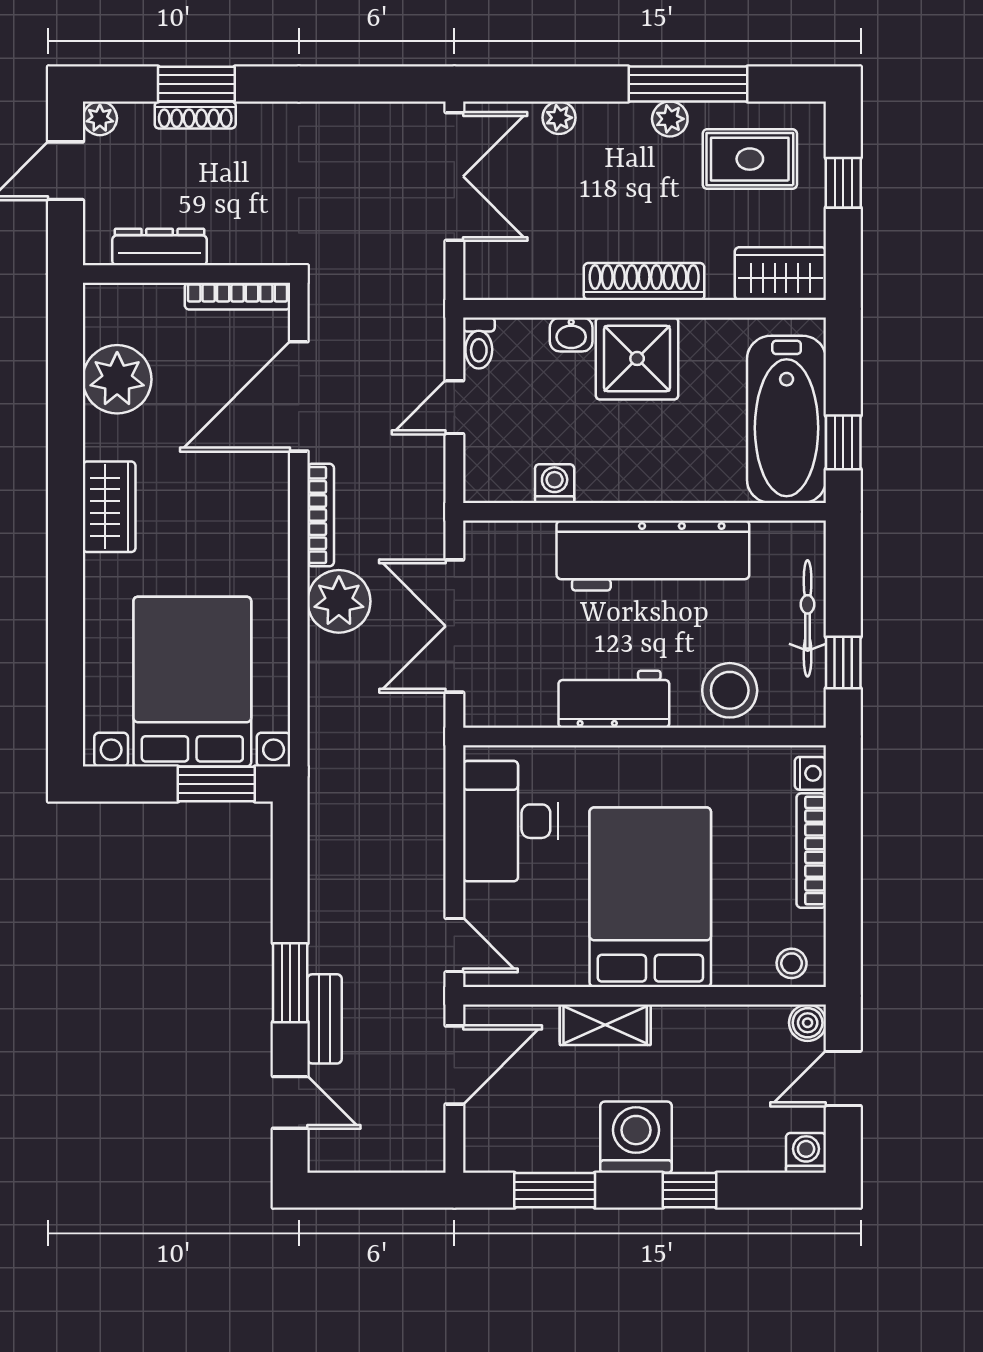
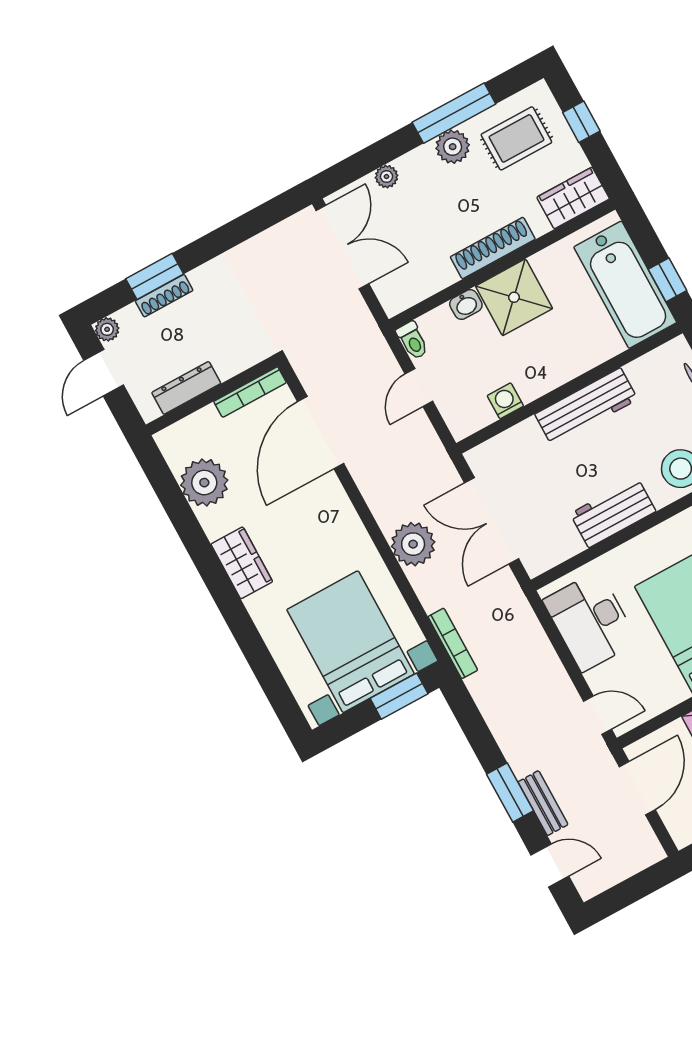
plant: (670, 119) -> (453, 147), width x1.38, depth x1.38
bookcase: (321, 515) -> (453, 643), moved
workbench: (653, 555) -> (586, 407), width x0.73, depth x0.76

